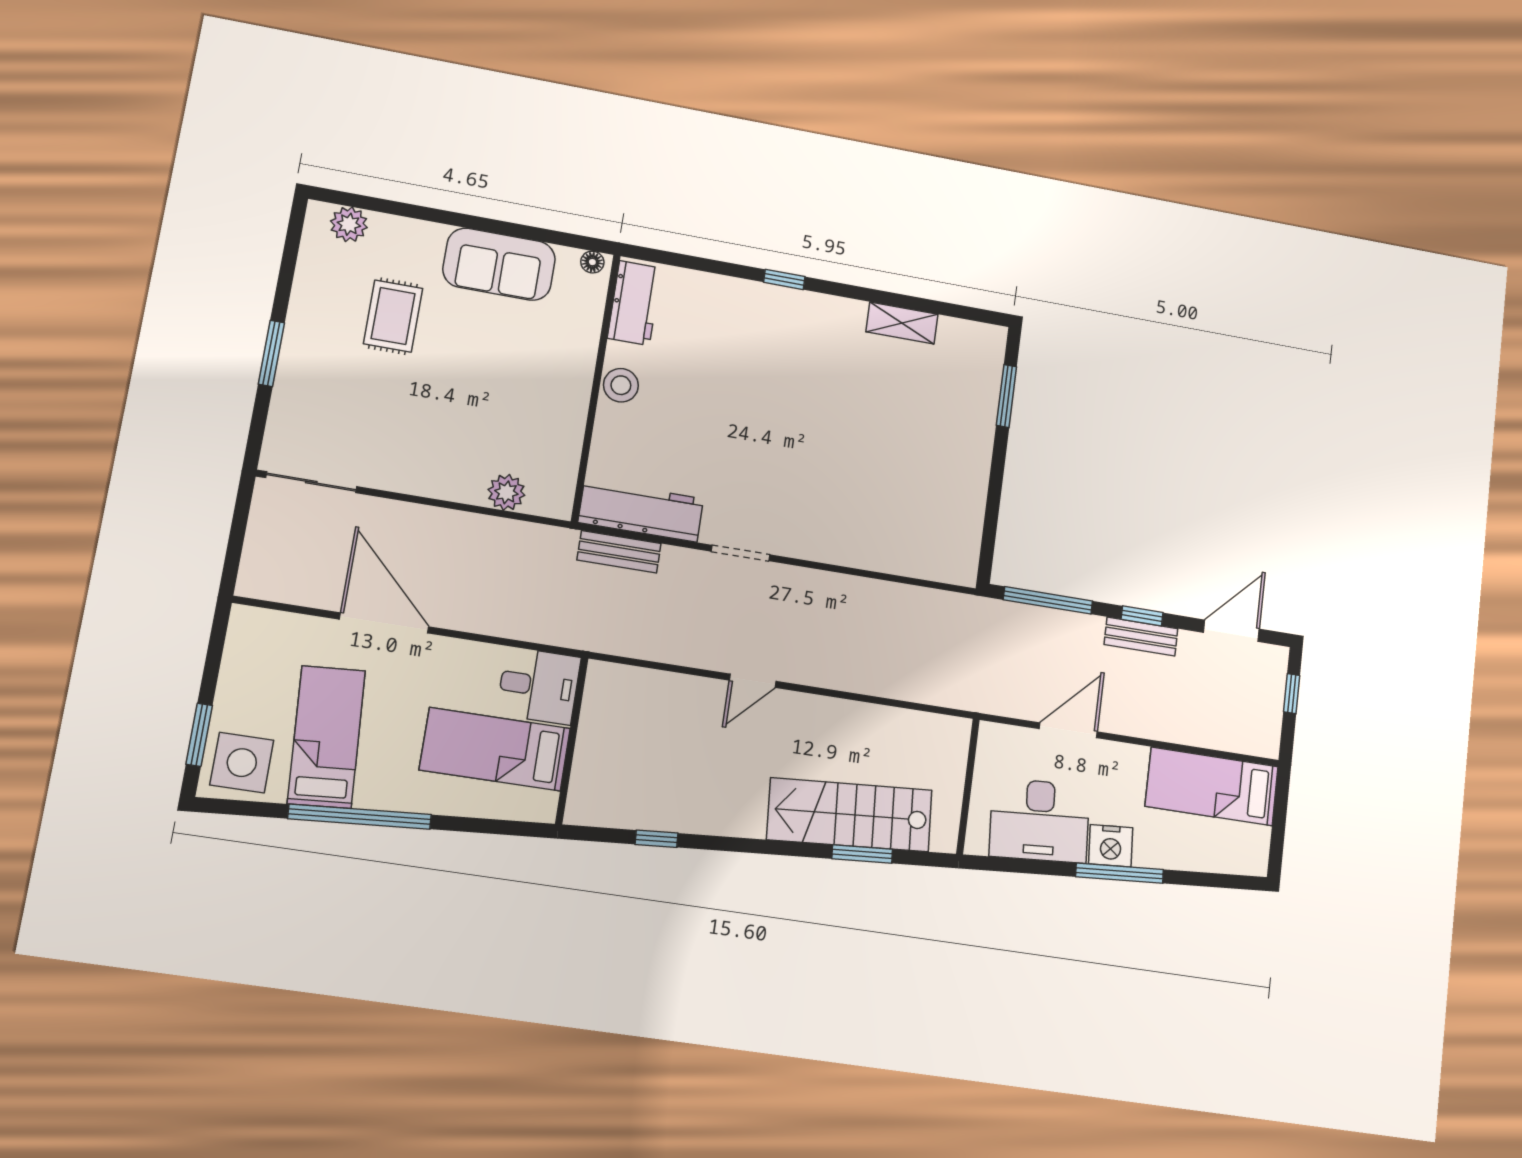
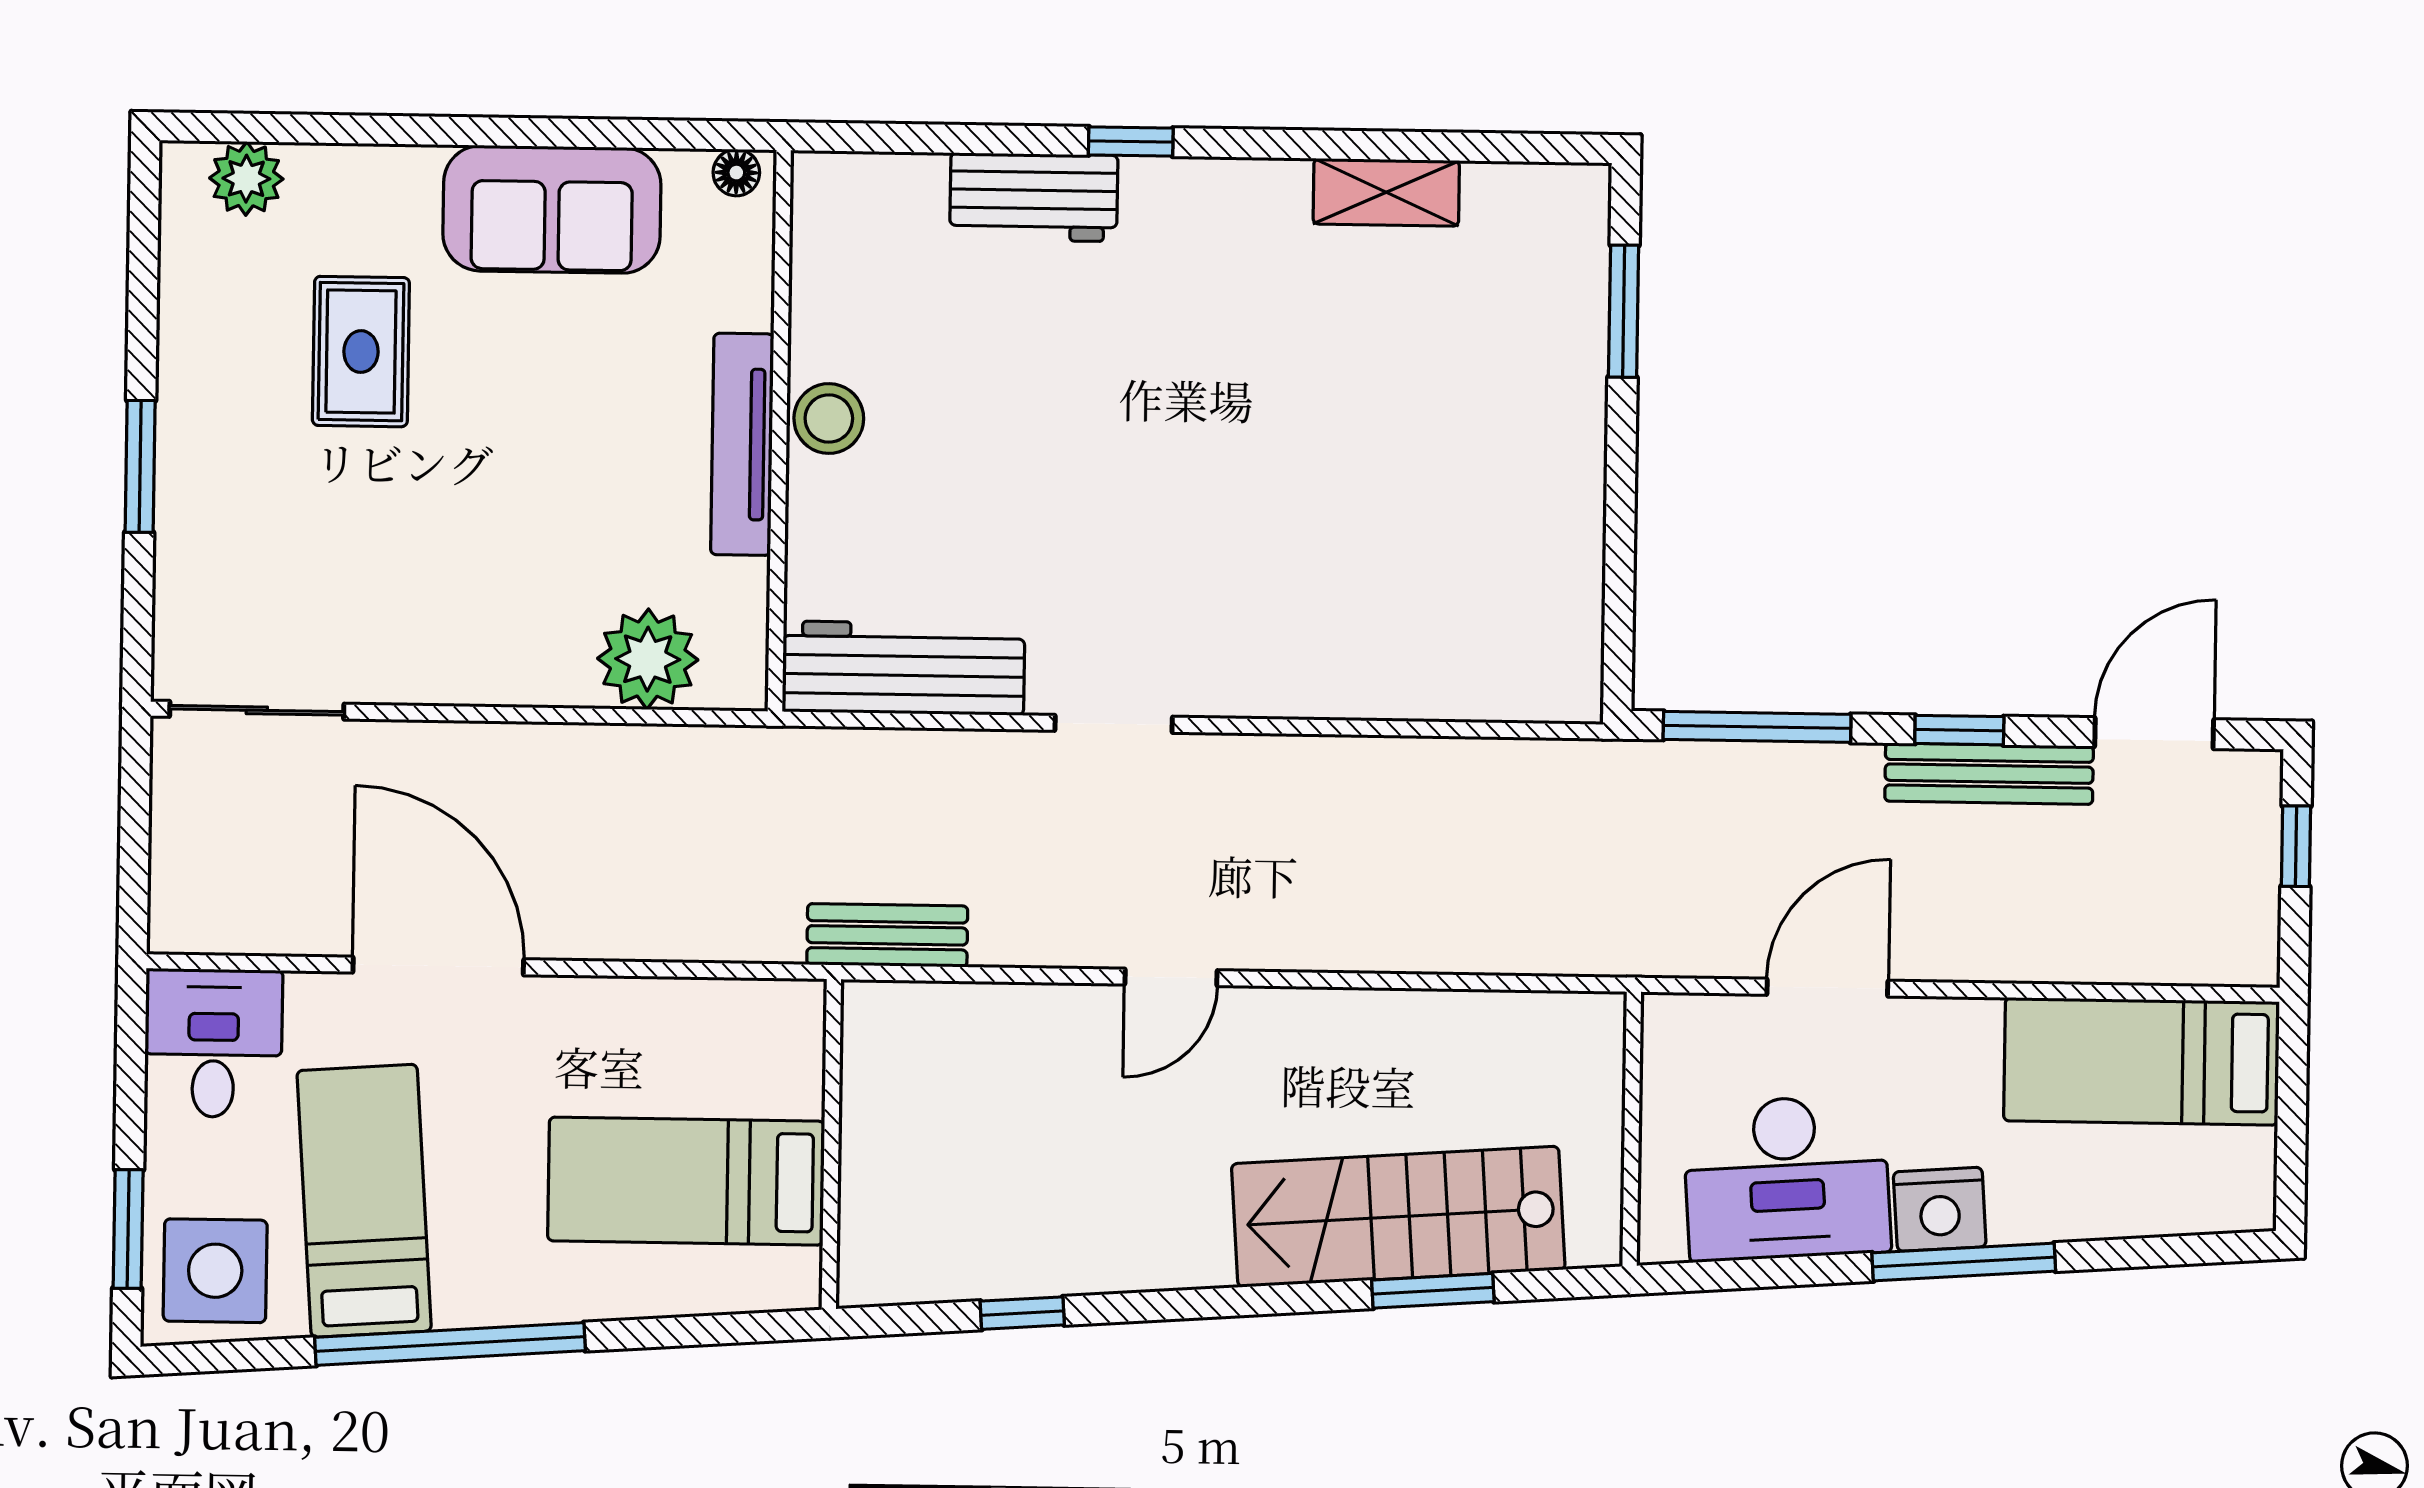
workbench: (634, 303) -> (1034, 197), moved, turned 90
tv unit: (576, 391) -> (742, 444), added
plant: (506, 492) -> (648, 659), width x1.36, depth x1.36
bench: (619, 552) -> (887, 935), moved
bench: (1141, 637) -> (1989, 774), width x1.36
desk: (539, 686) -> (213, 1043), moved, turned -90

